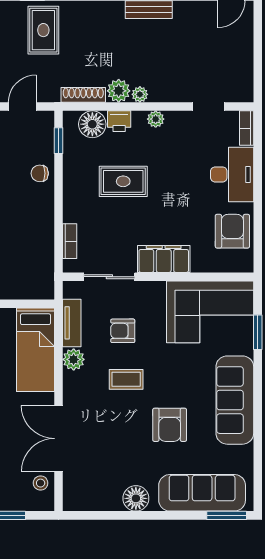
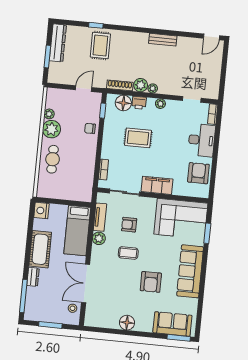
sofa: (202, 493) -> (172, 324), width x0.73

